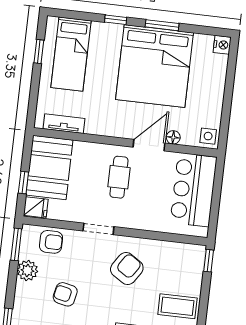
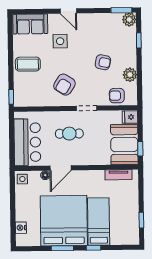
nightstand: (222, 45) -> (21, 228), moved
bed: (71, 54) -> (99, 222), moved
cafe table: (119, 177) -> (69, 134), moved, turned 90
window: (23, 183) -> (140, 149), moved
window: (16, 244) -> (140, 91), removed

